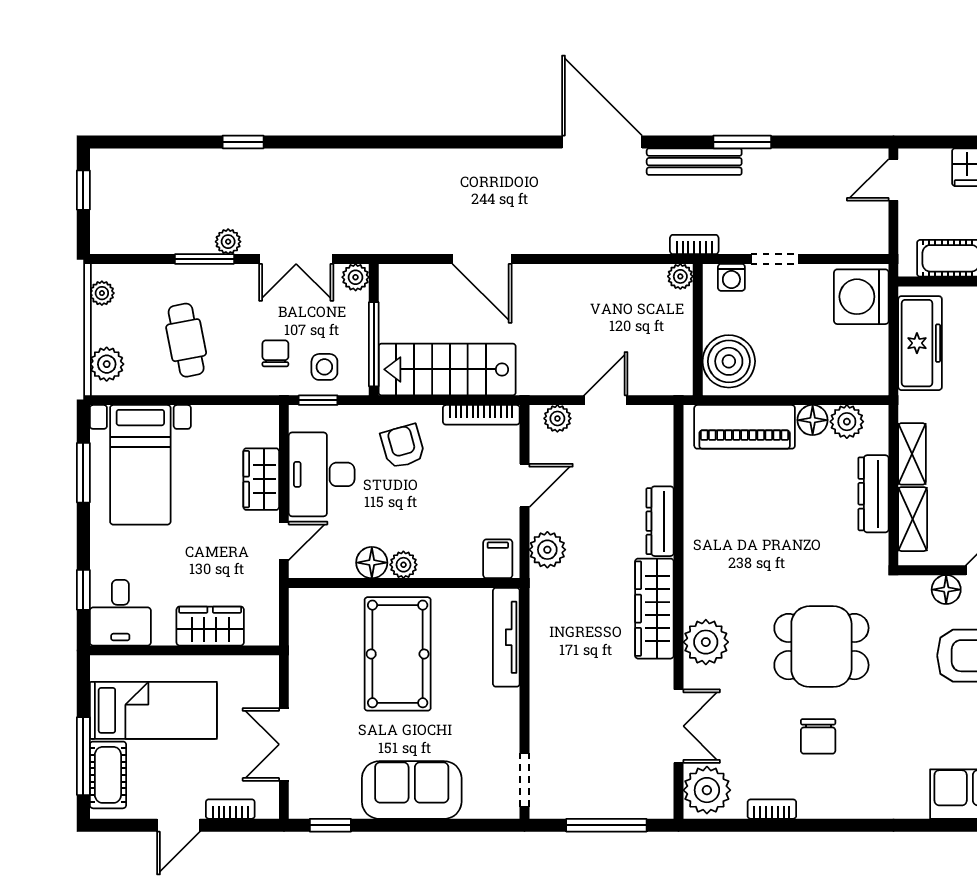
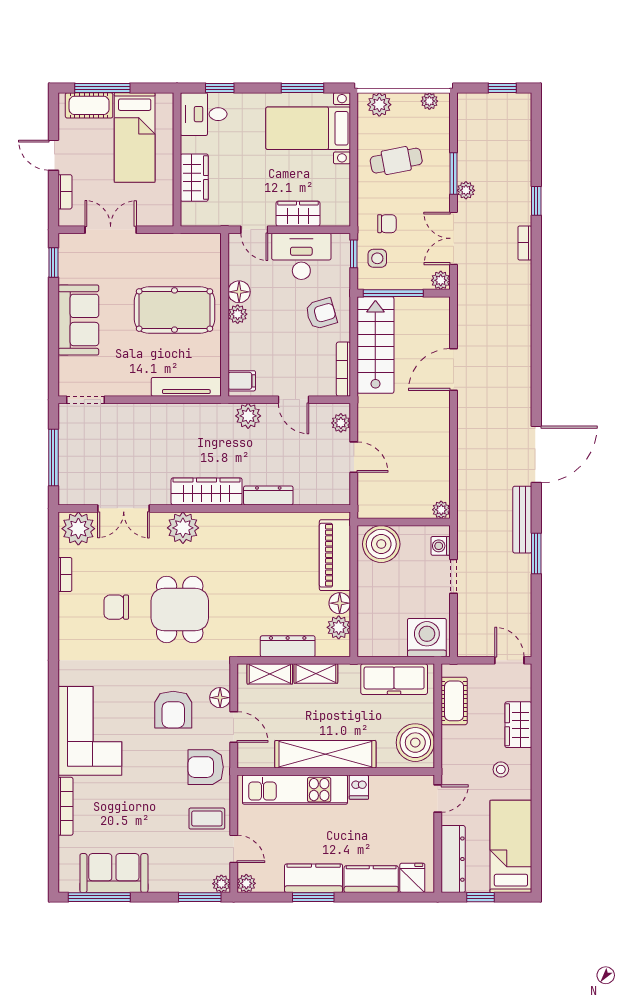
bookcase: (694, 244) -> (525, 243), moved, turned 180

